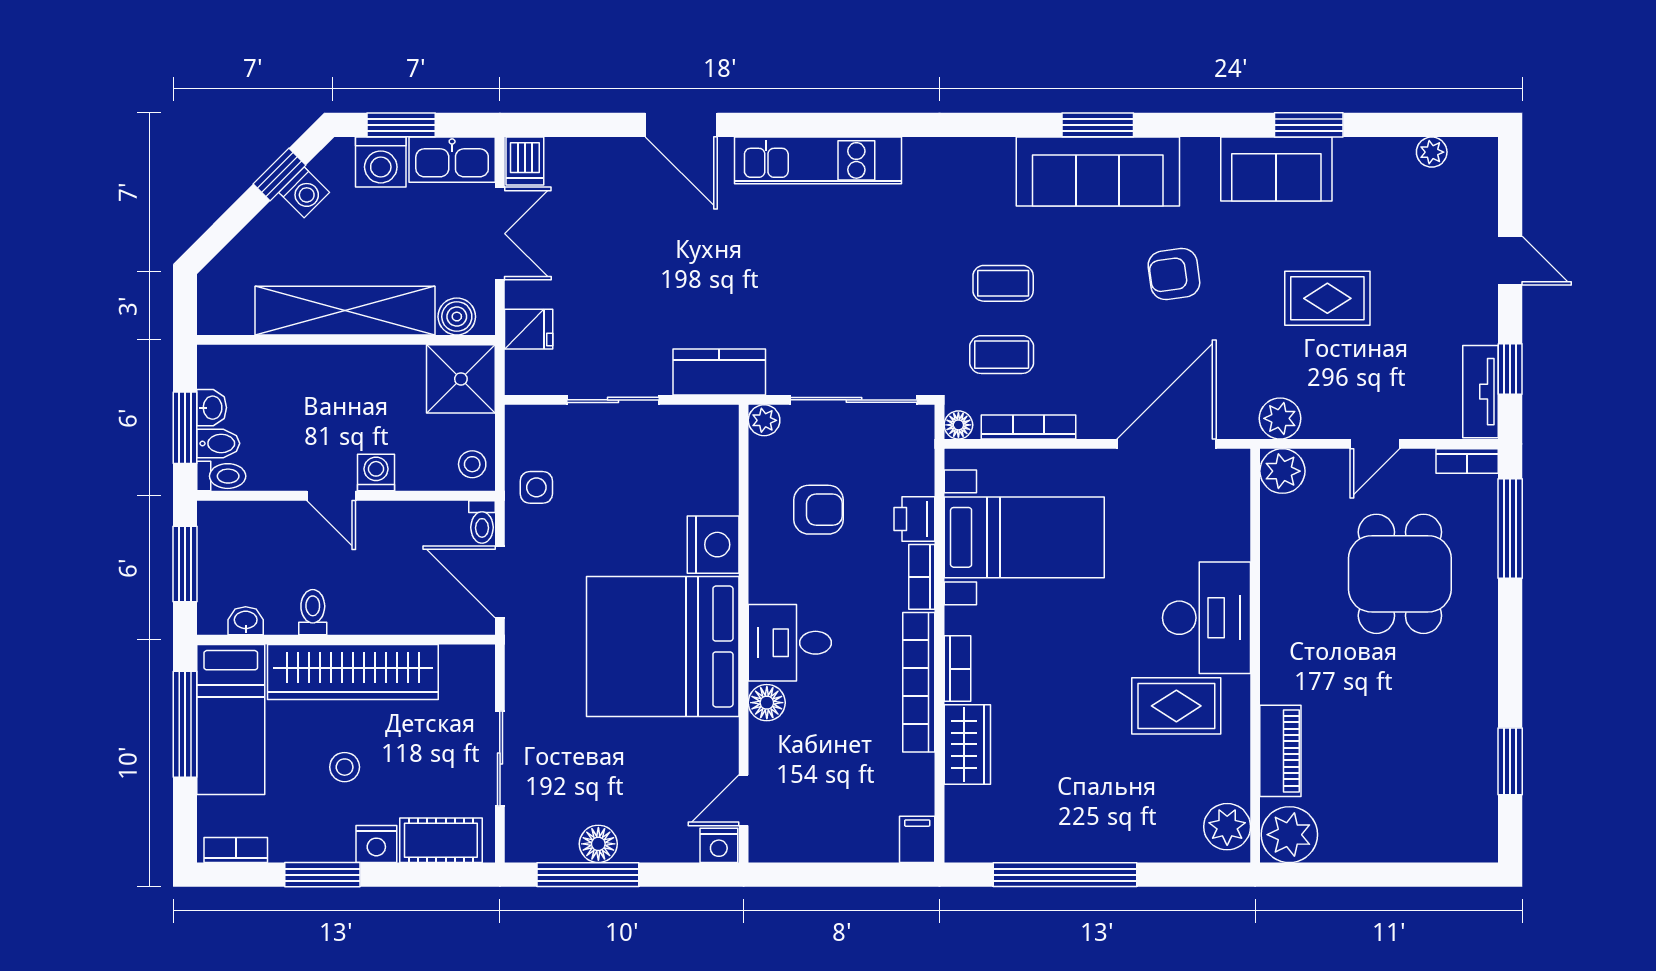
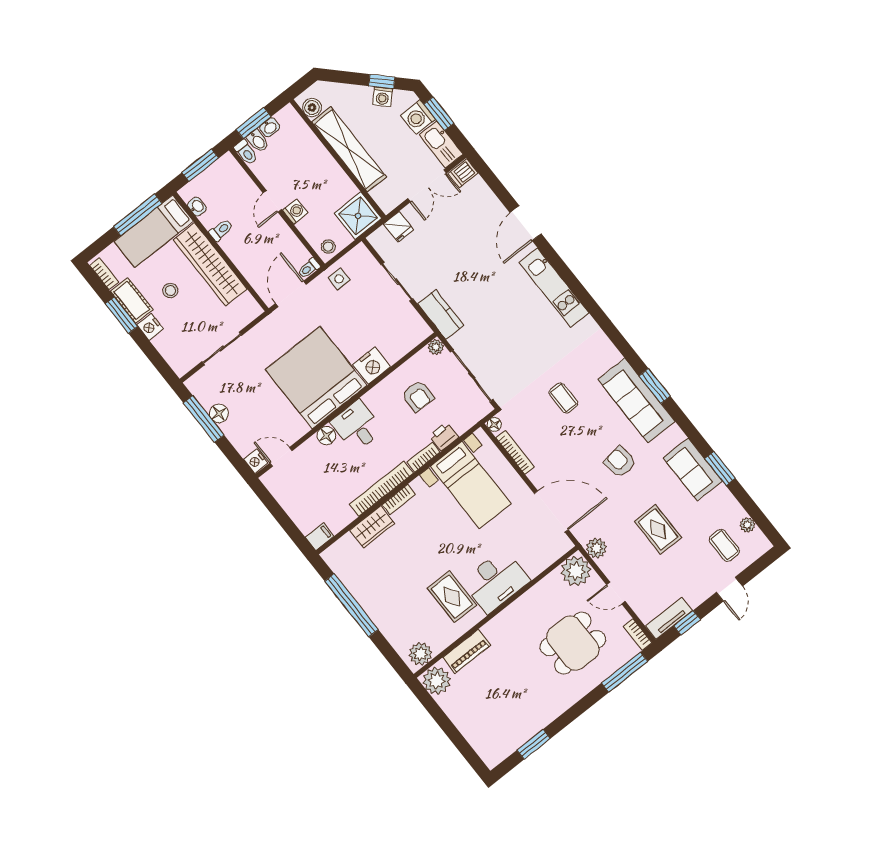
boiler: (457, 317) -> (312, 108), moved
coffee table: (1002, 355) -> (724, 545), moved
plant: (1282, 471) -> (576, 571), width x1.36, depth x1.36
cot: (441, 840) -> (132, 300), moved

